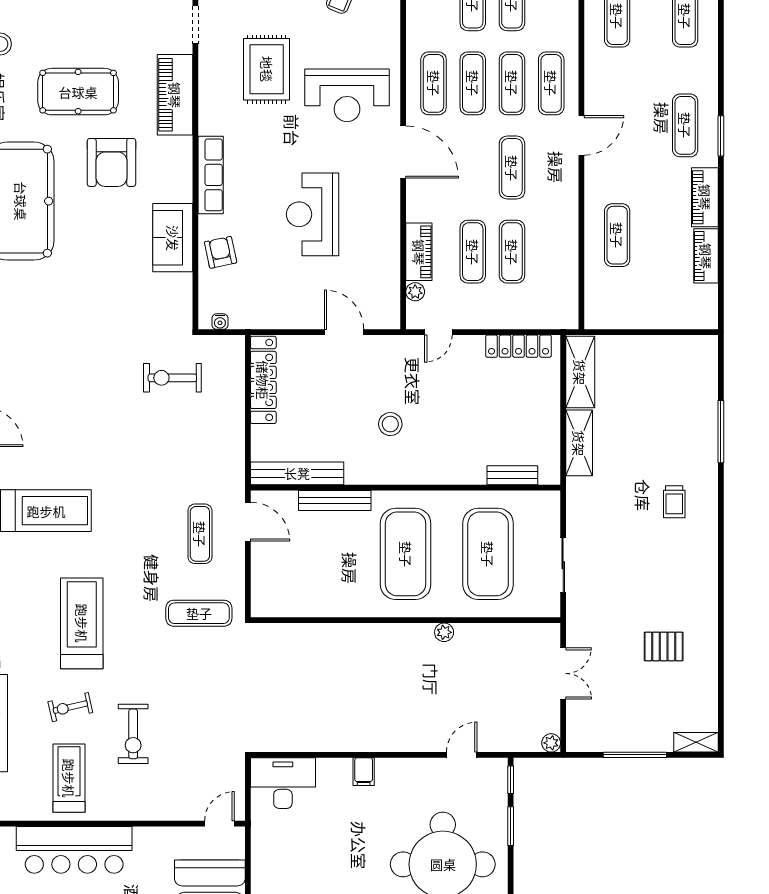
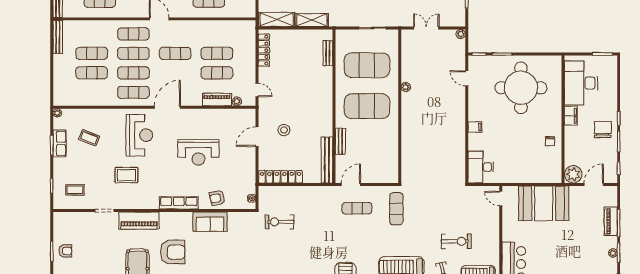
rug: (267, 69) -> (126, 175), width x0.73, depth x0.70
exercise bike: (172, 378) -> (280, 222), turned 90
stool: (390, 424) -> (284, 130), moved
bench: (335, 500) -> (340, 141), width x0.73

